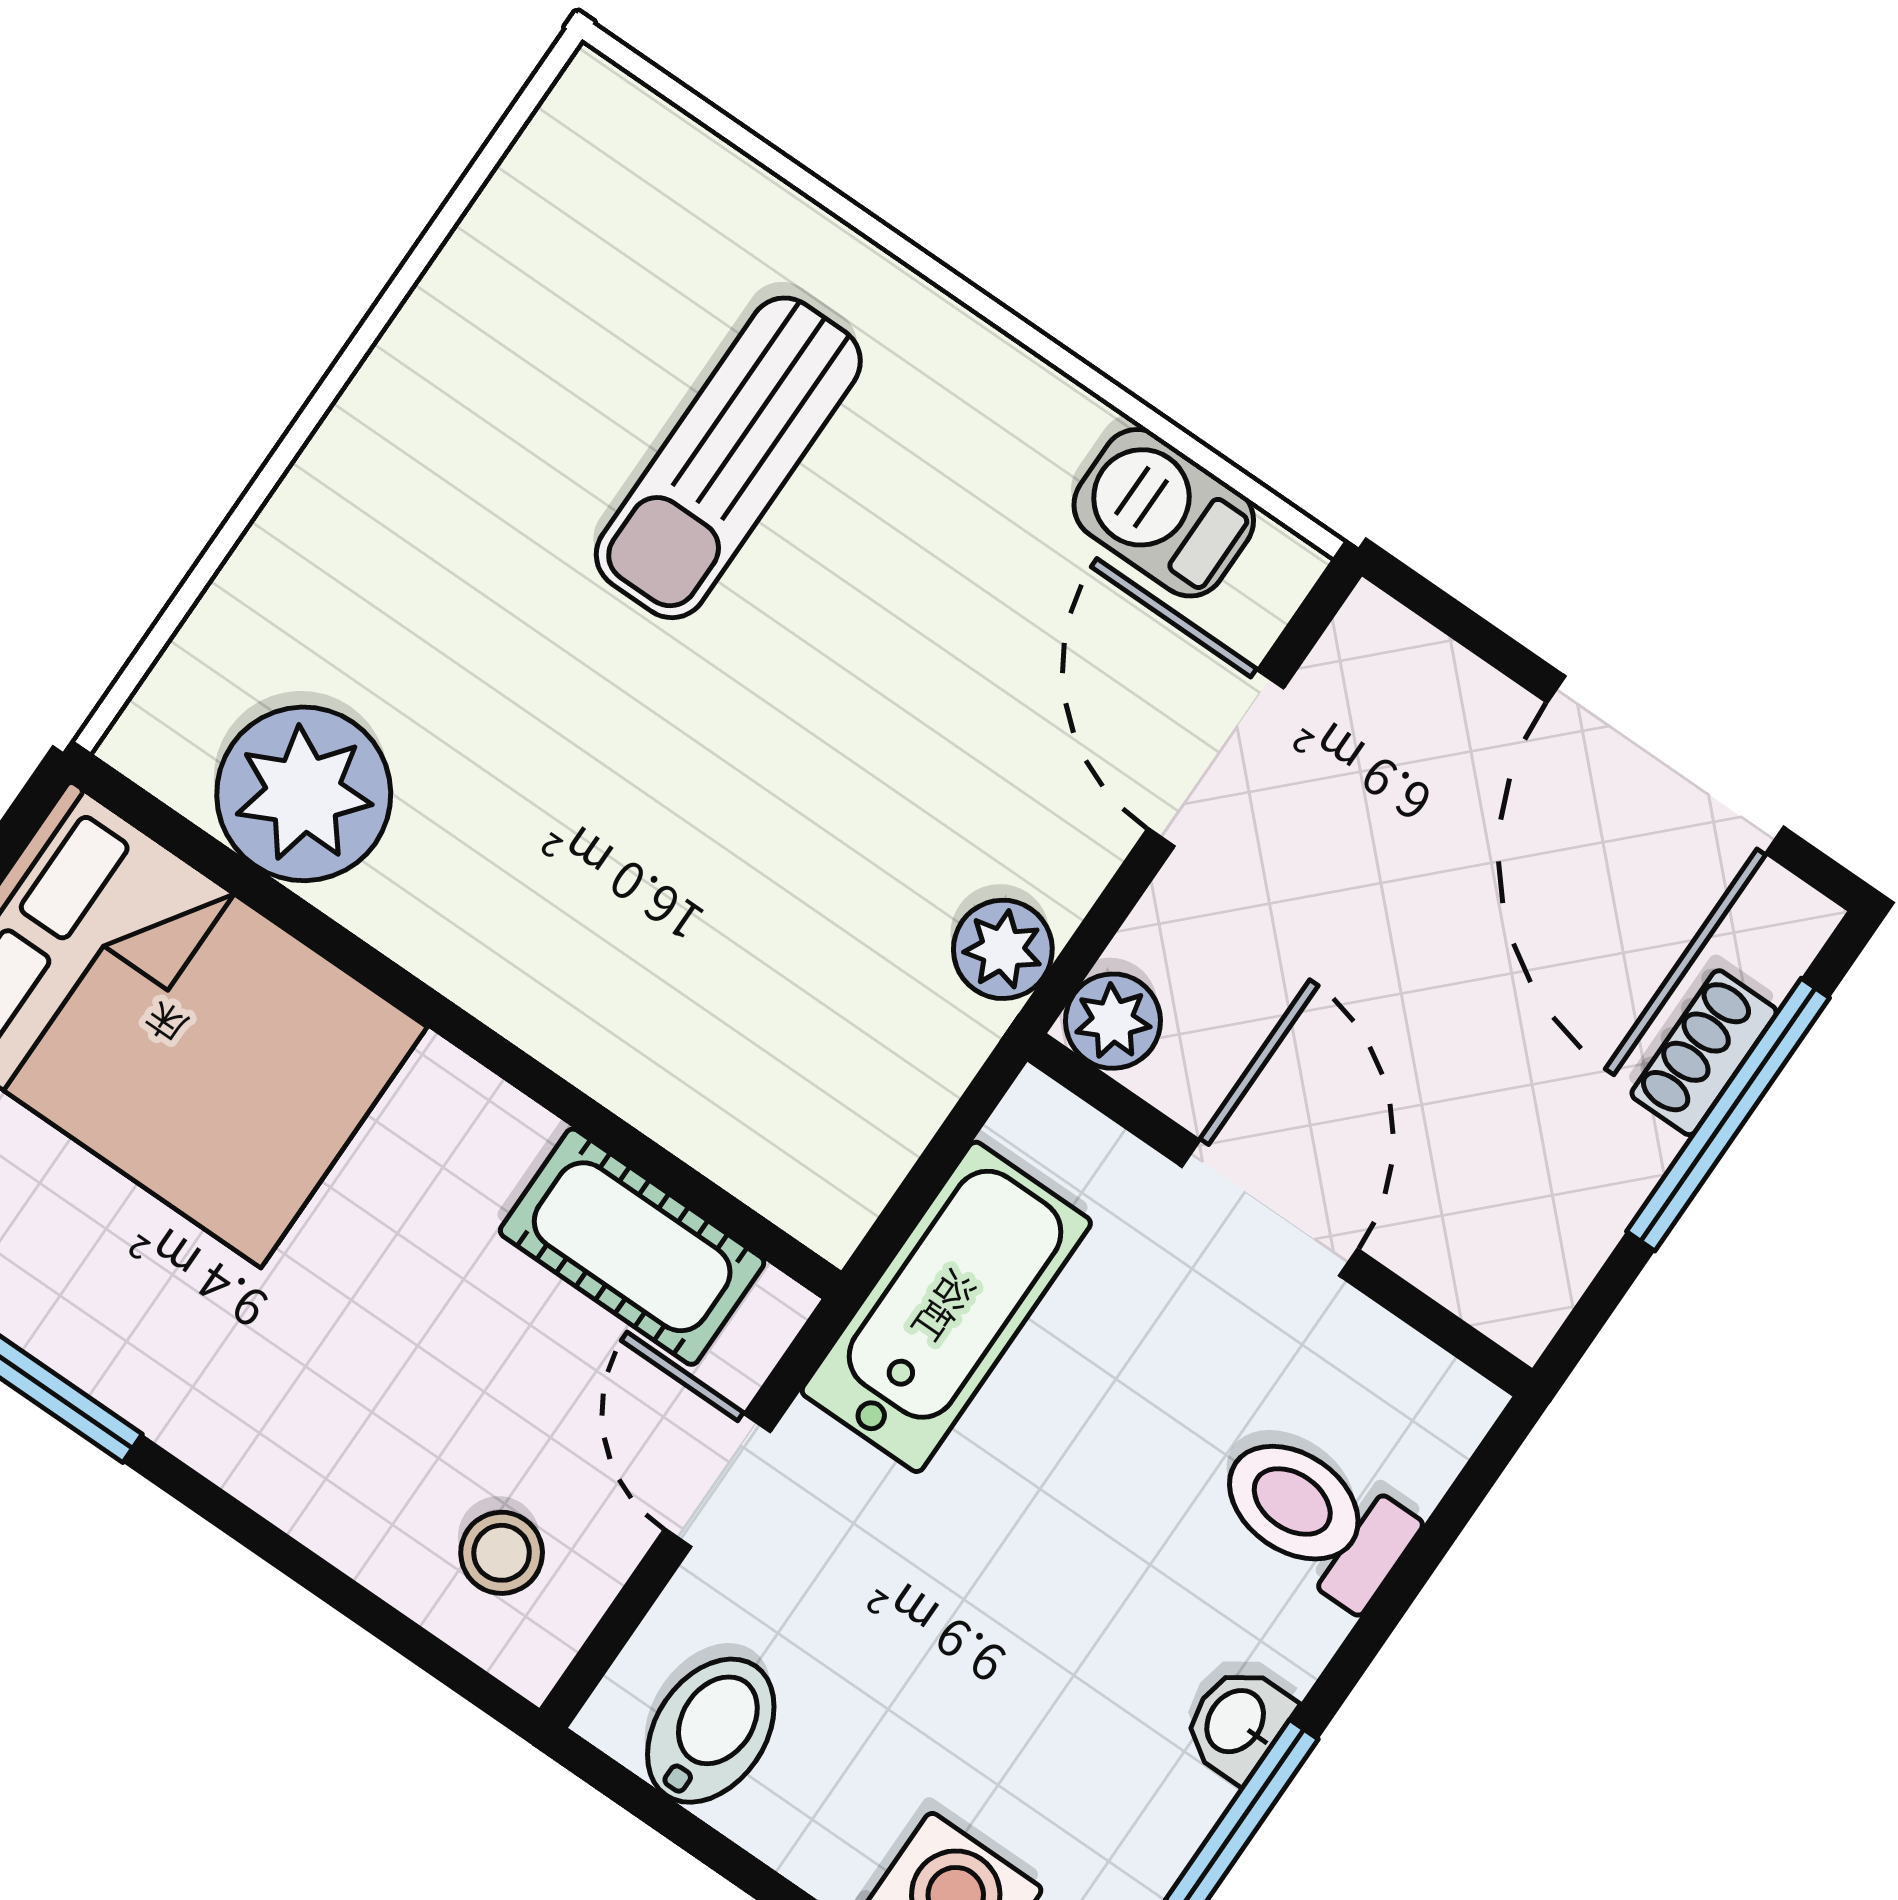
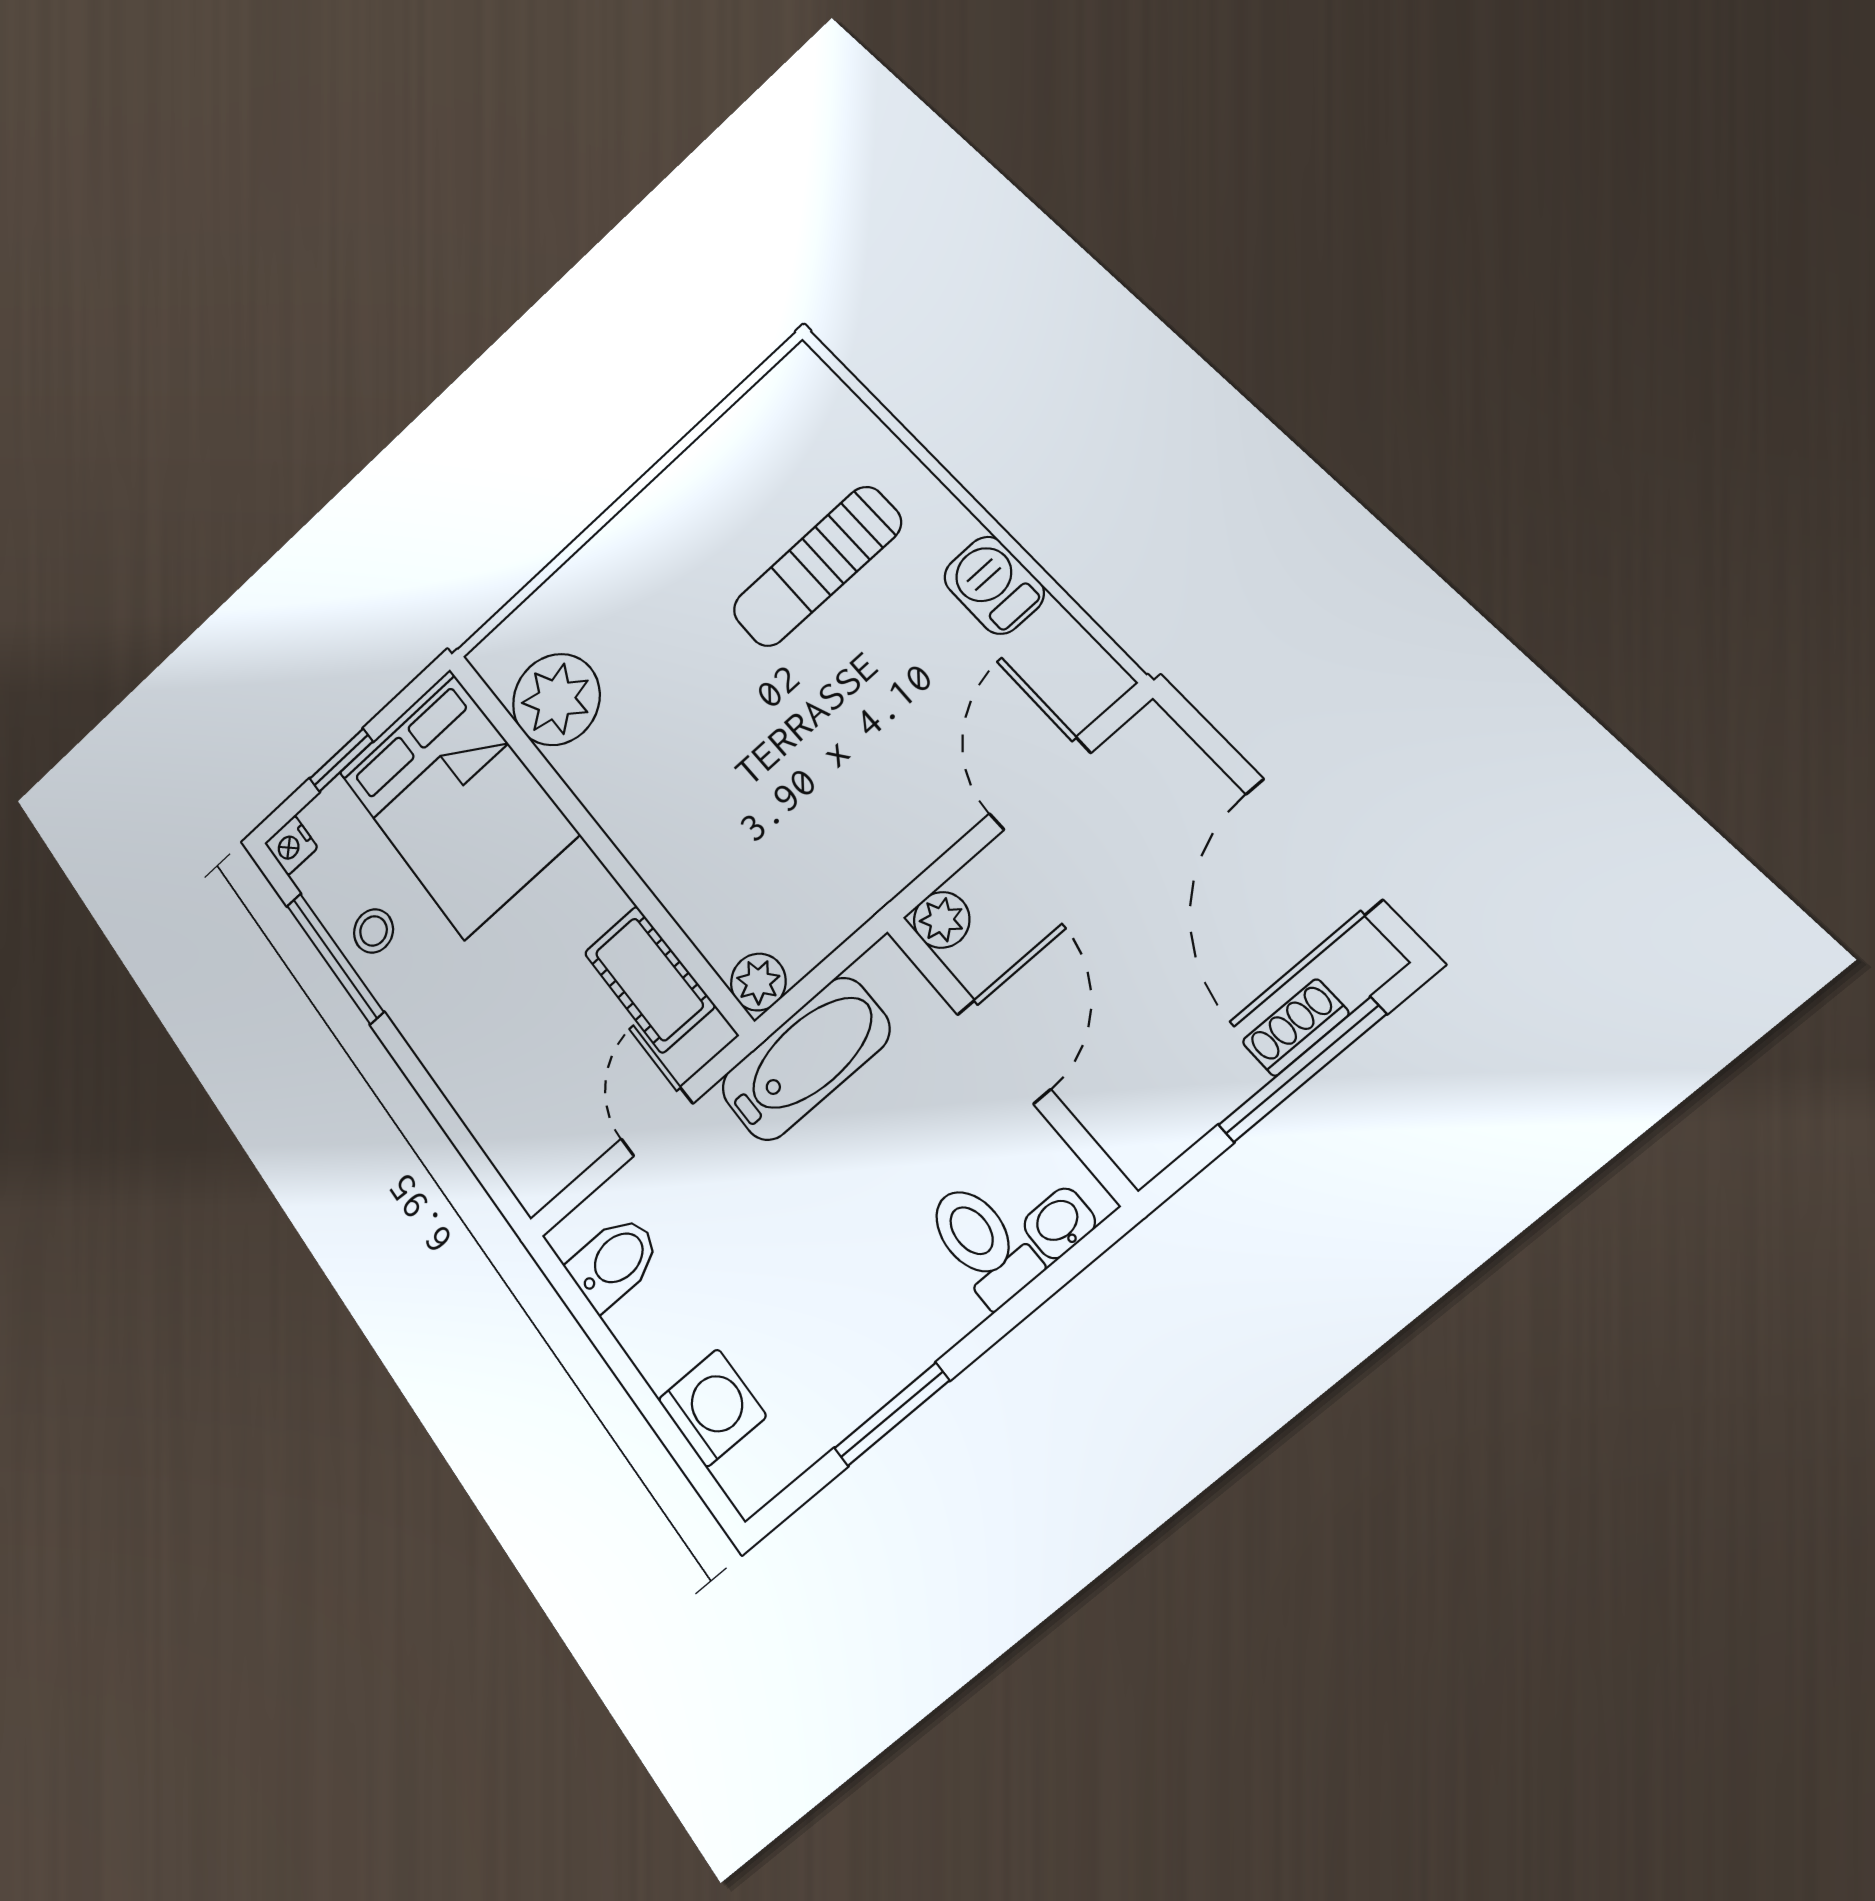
barbecue: (1164, 513) -> (994, 585), moved
plant: (1003, 949) -> (758, 982), moved
stool: (502, 1553) -> (374, 931), moved
washbasin: (1237, 1723) -> (1060, 1223), moved

